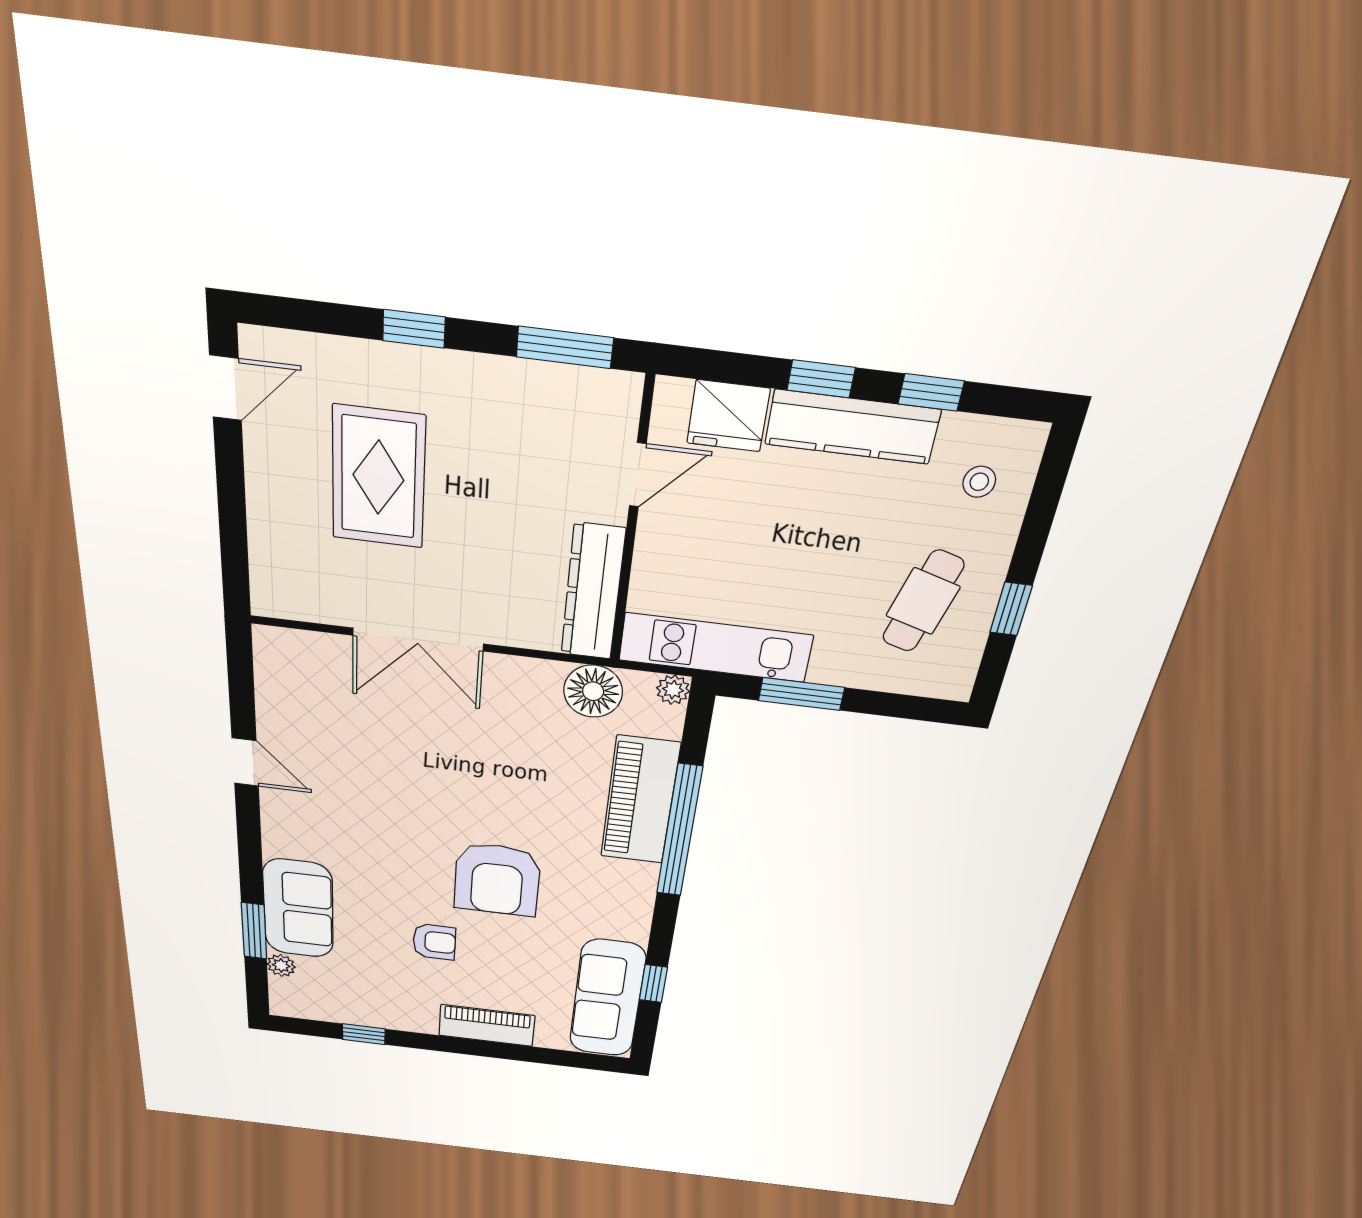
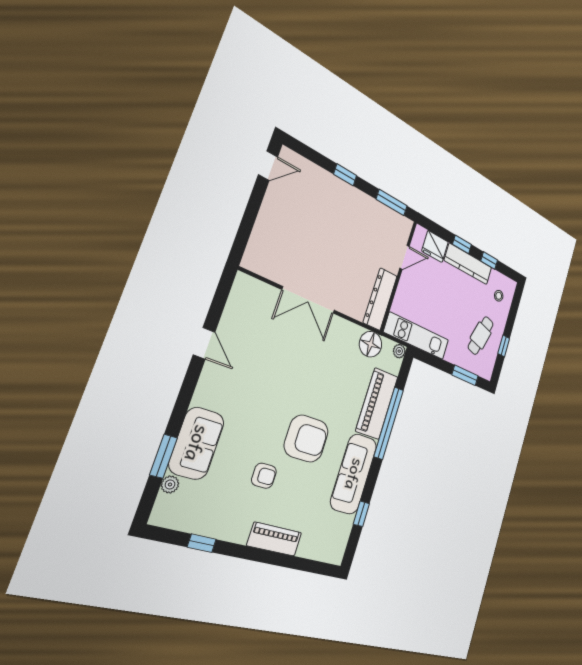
rug: (378, 477) -> (315, 224), removed
window: (801, 694) -> (465, 375), moved
armchair: (497, 880) -> (306, 439), turned -90
sofa: (607, 999) -> (354, 474), moved

